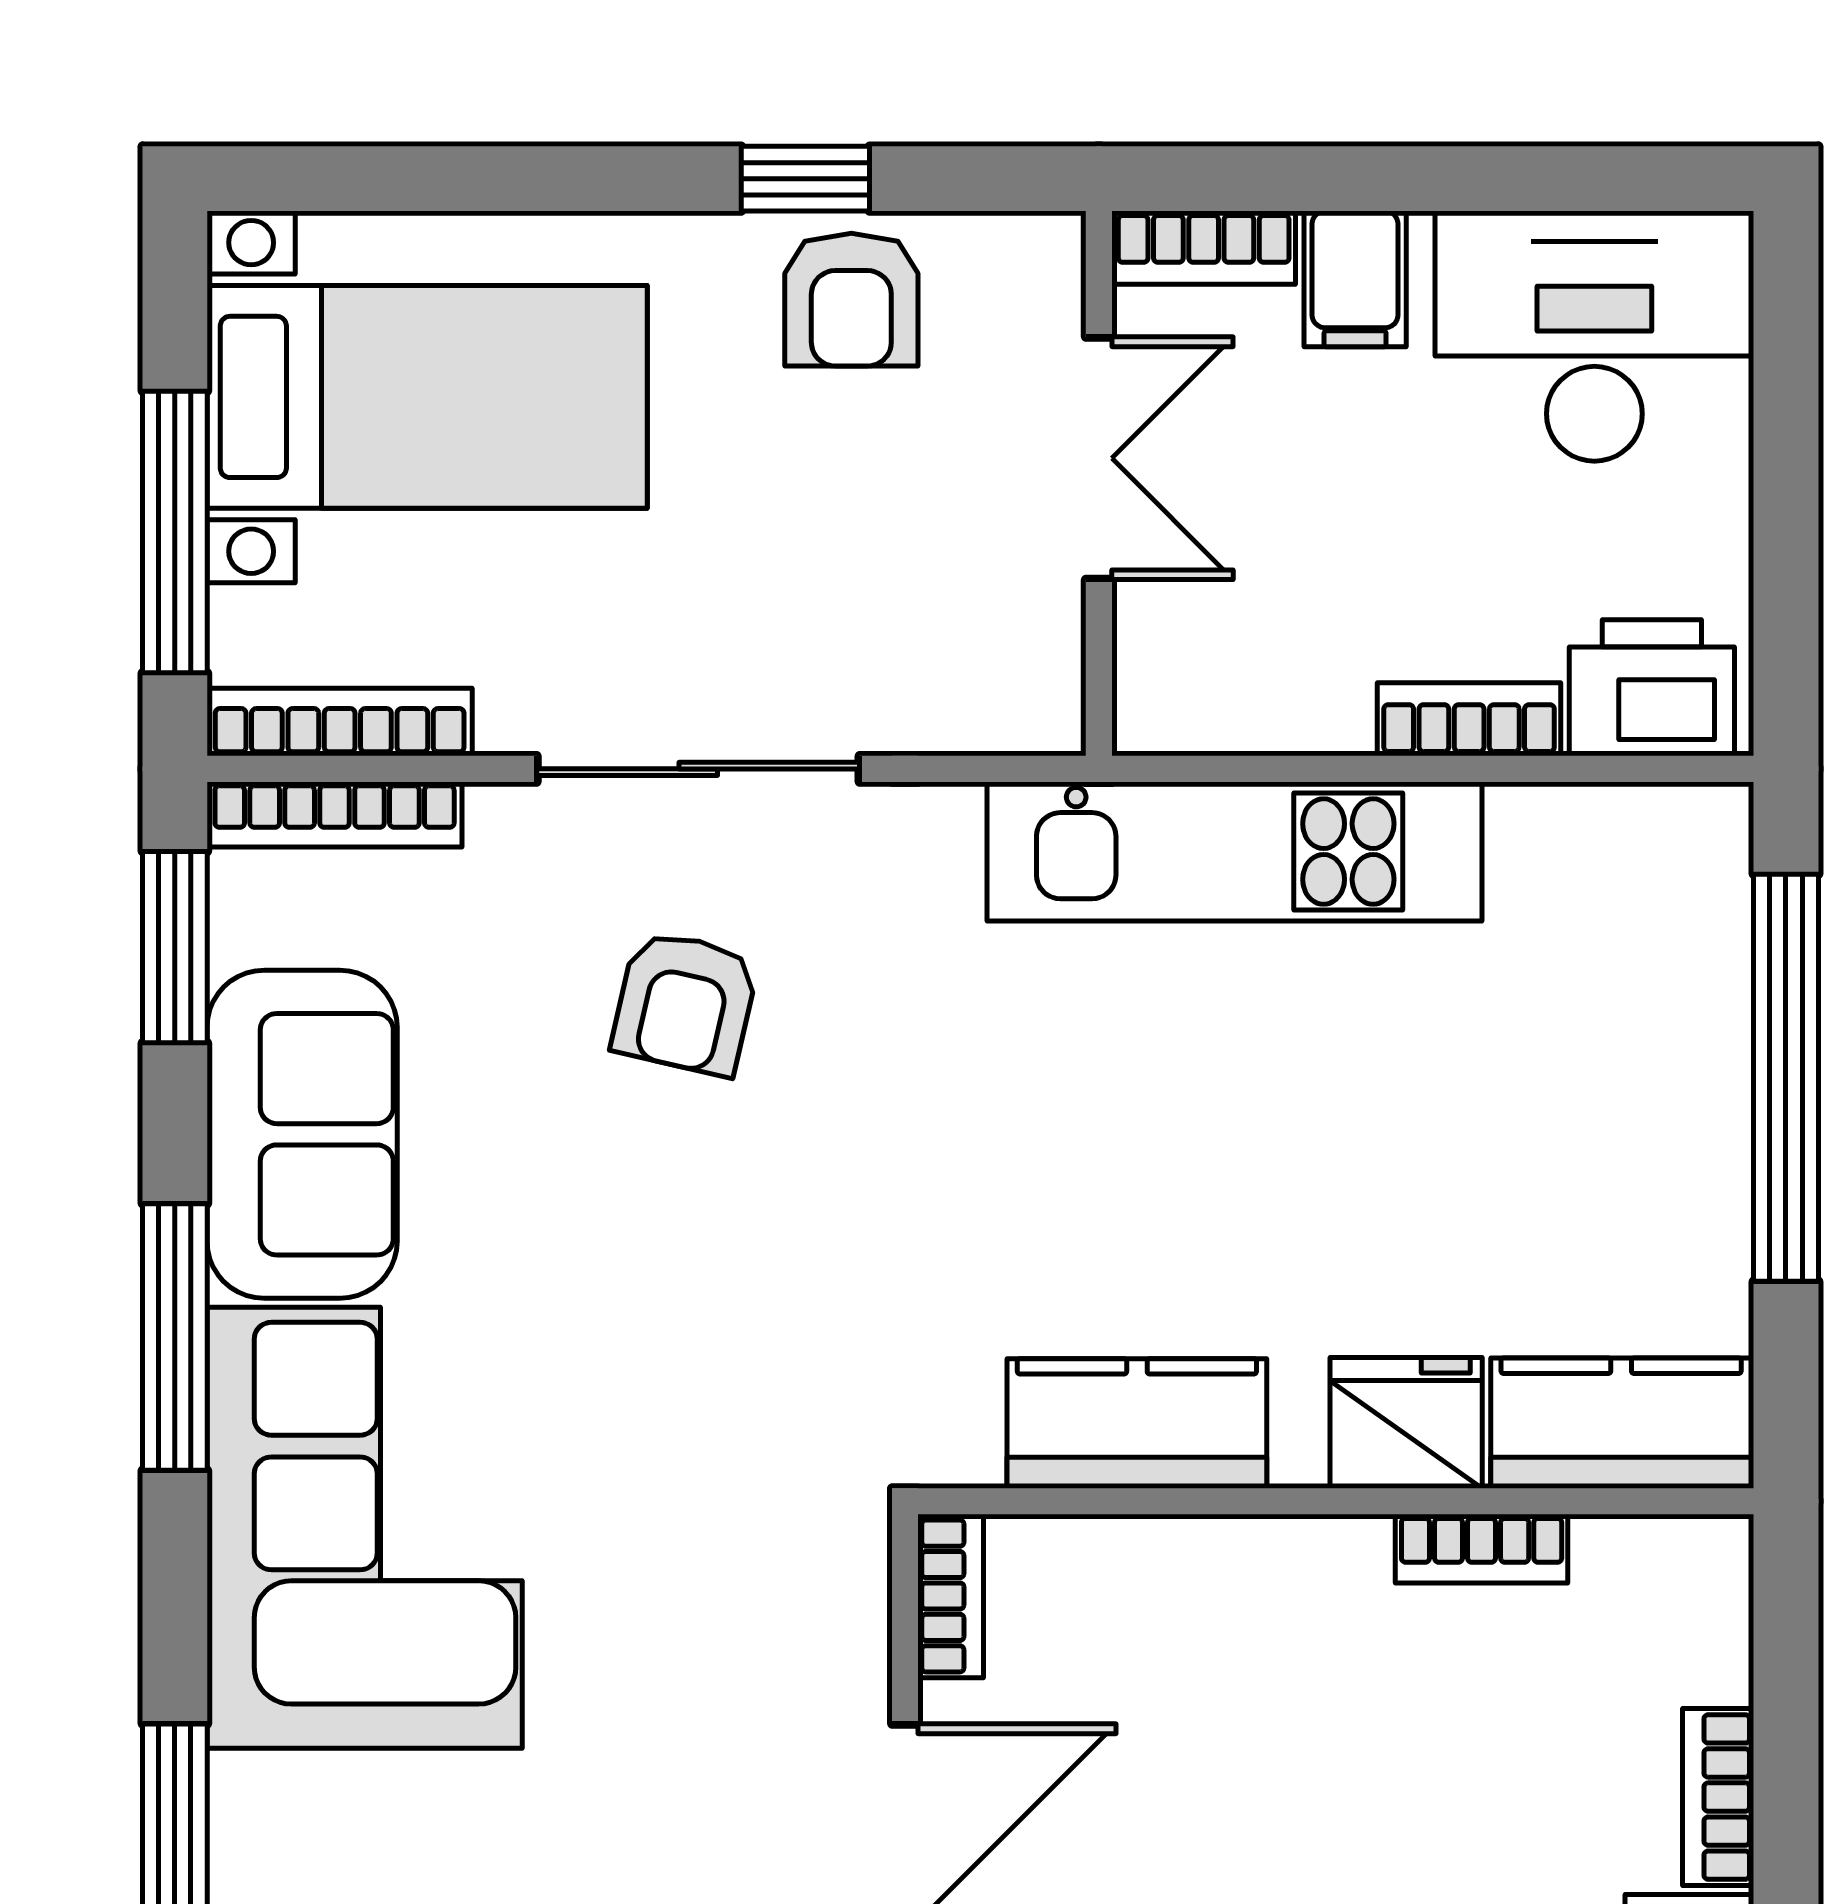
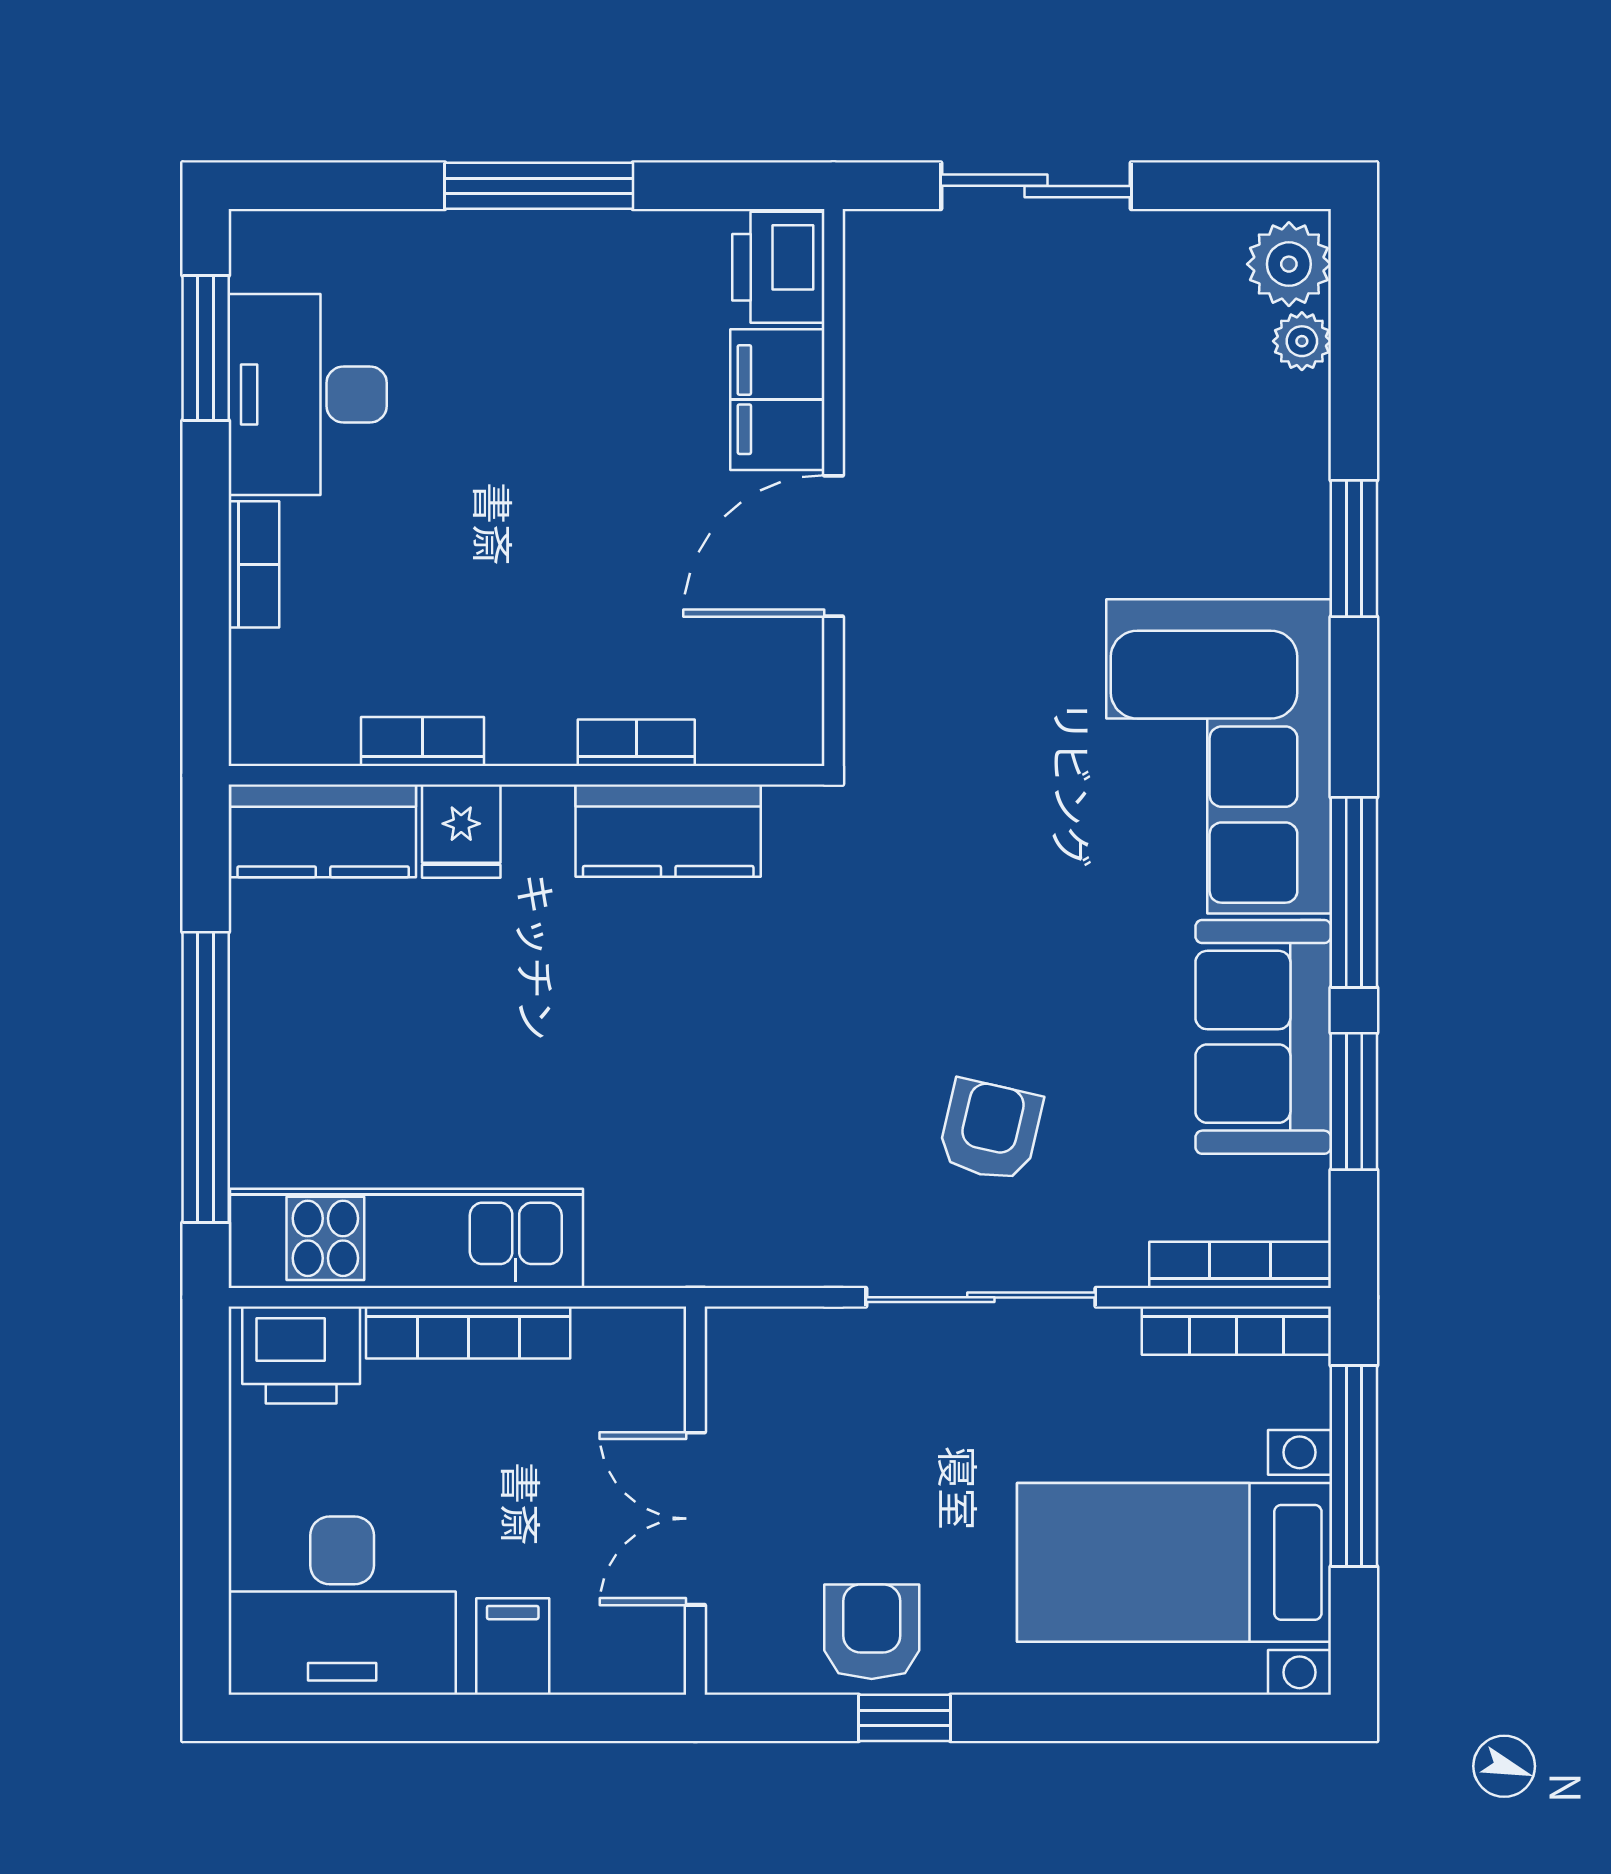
bookcase: (1204, 248) -> (621, 1669), removed
bookcase: (1469, 719) -> (468, 1333), width x1.56
kitchen unit: (1235, 852) -> (406, 1238), moved
window: (175, 947) -> (1354, 1101), moved
fridge: (1406, 1423) -> (461, 831), width x0.72
bookcase: (951, 1596) -> (636, 743), moved, turned 90

